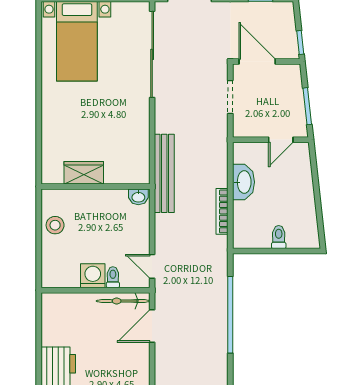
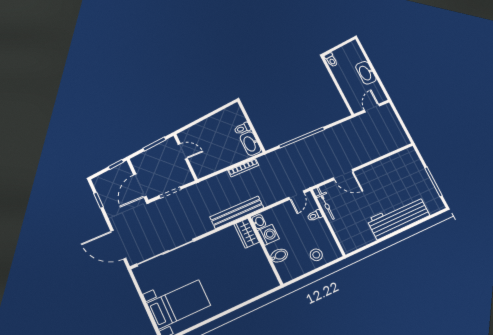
wardrobe: (84, 173) -> (247, 233), moved
washbasin: (244, 182) -> (250, 144), moved, turned -90
bidet: (81, 202) -> (279, 256), added
stool: (55, 225) -> (316, 255), moved
washing machine: (93, 276) -> (268, 235), moved, turned 180
door: (152, 326) -> (343, 175), moved

